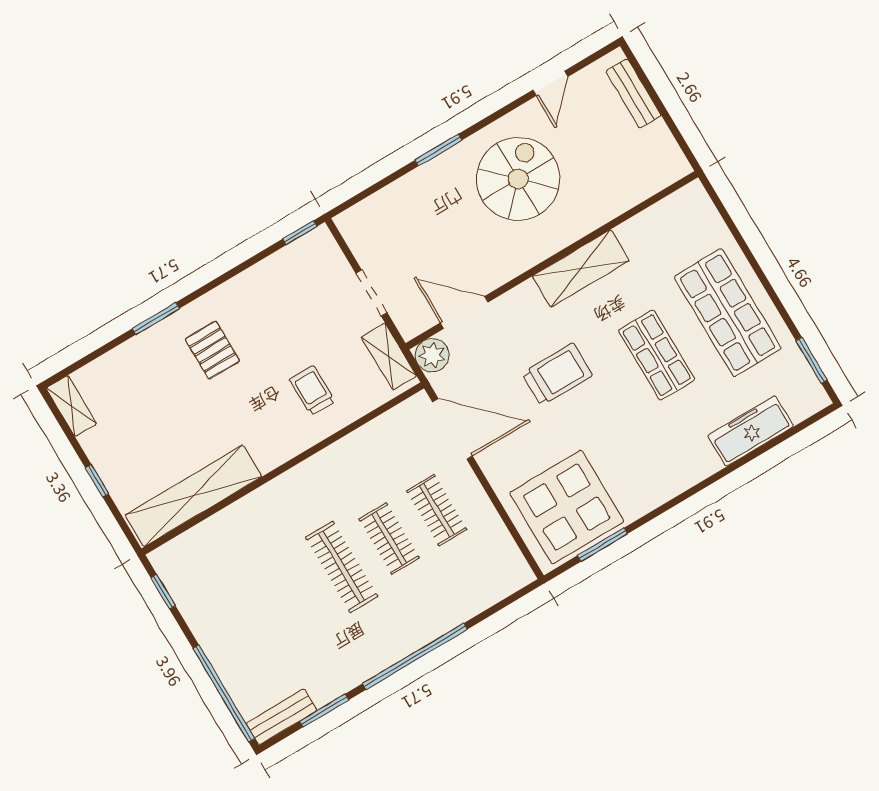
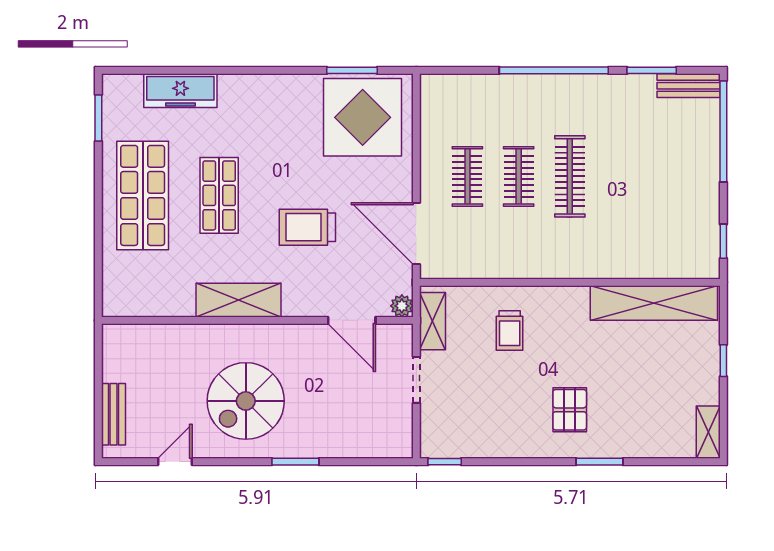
plant: (432, 355) -> (402, 306), width x0.73, depth x0.73

